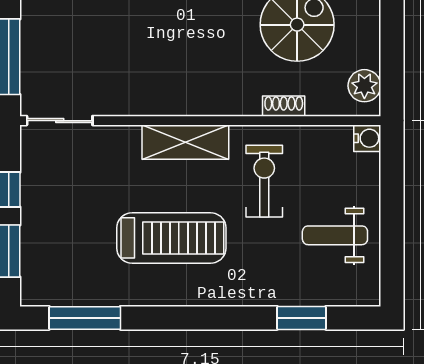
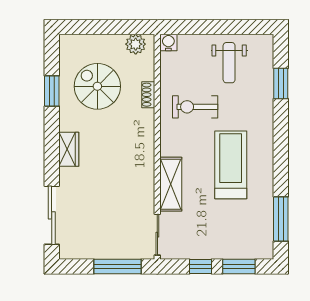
shelving: (185, 142) -> (171, 184), moved

